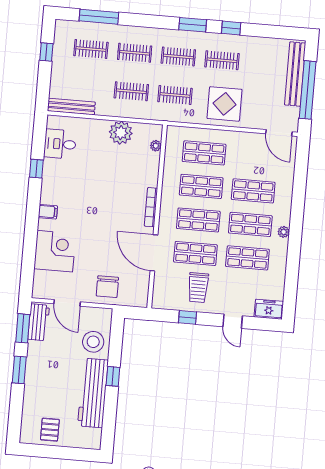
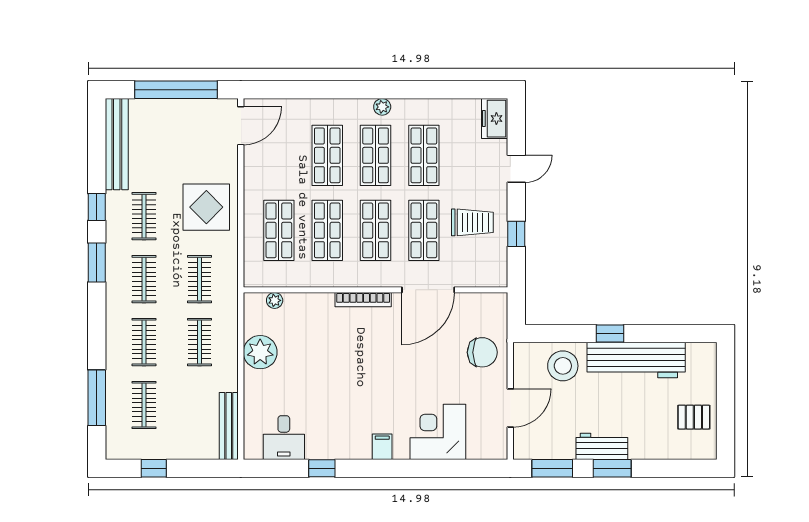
bench: (295, 74) -> (117, 144), moved, turned 90
workbench: (39, 322) -> (602, 446), moved

